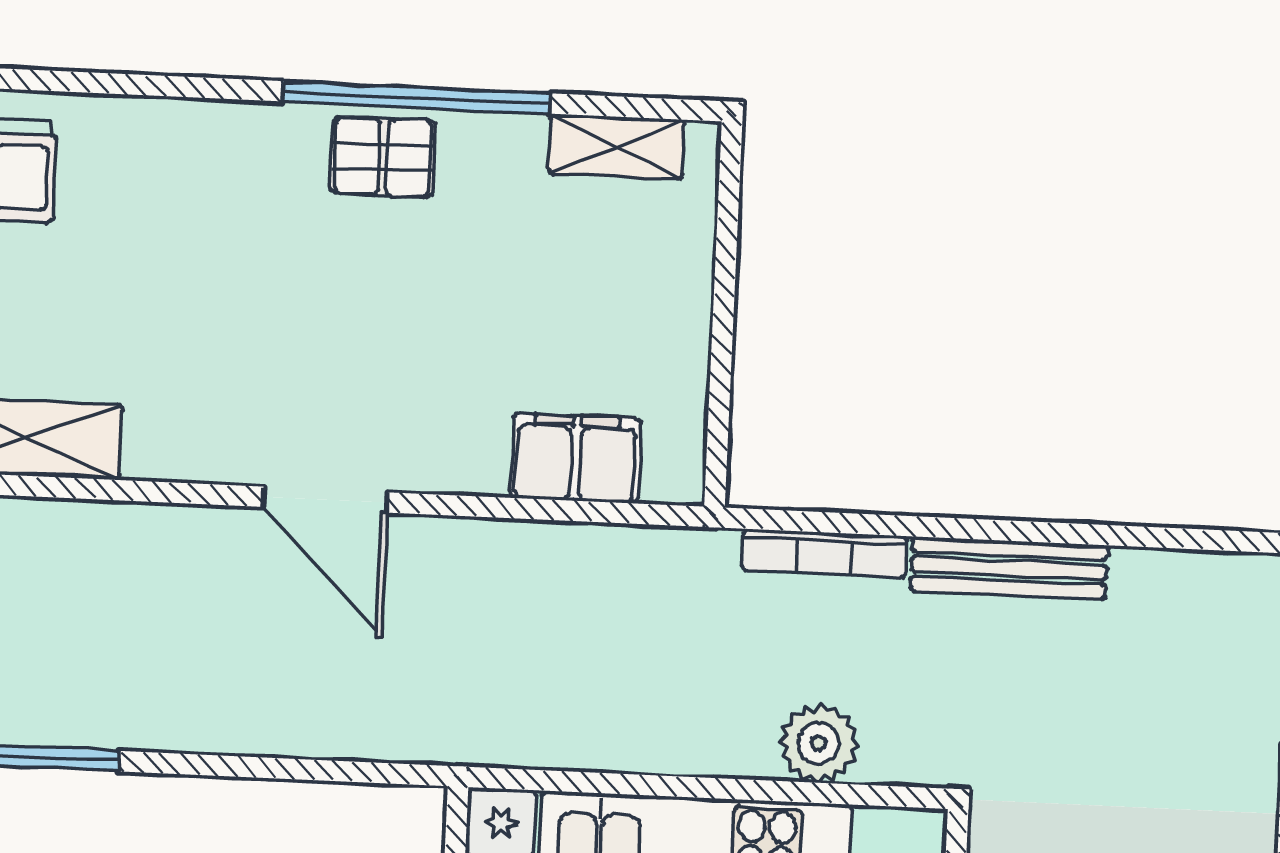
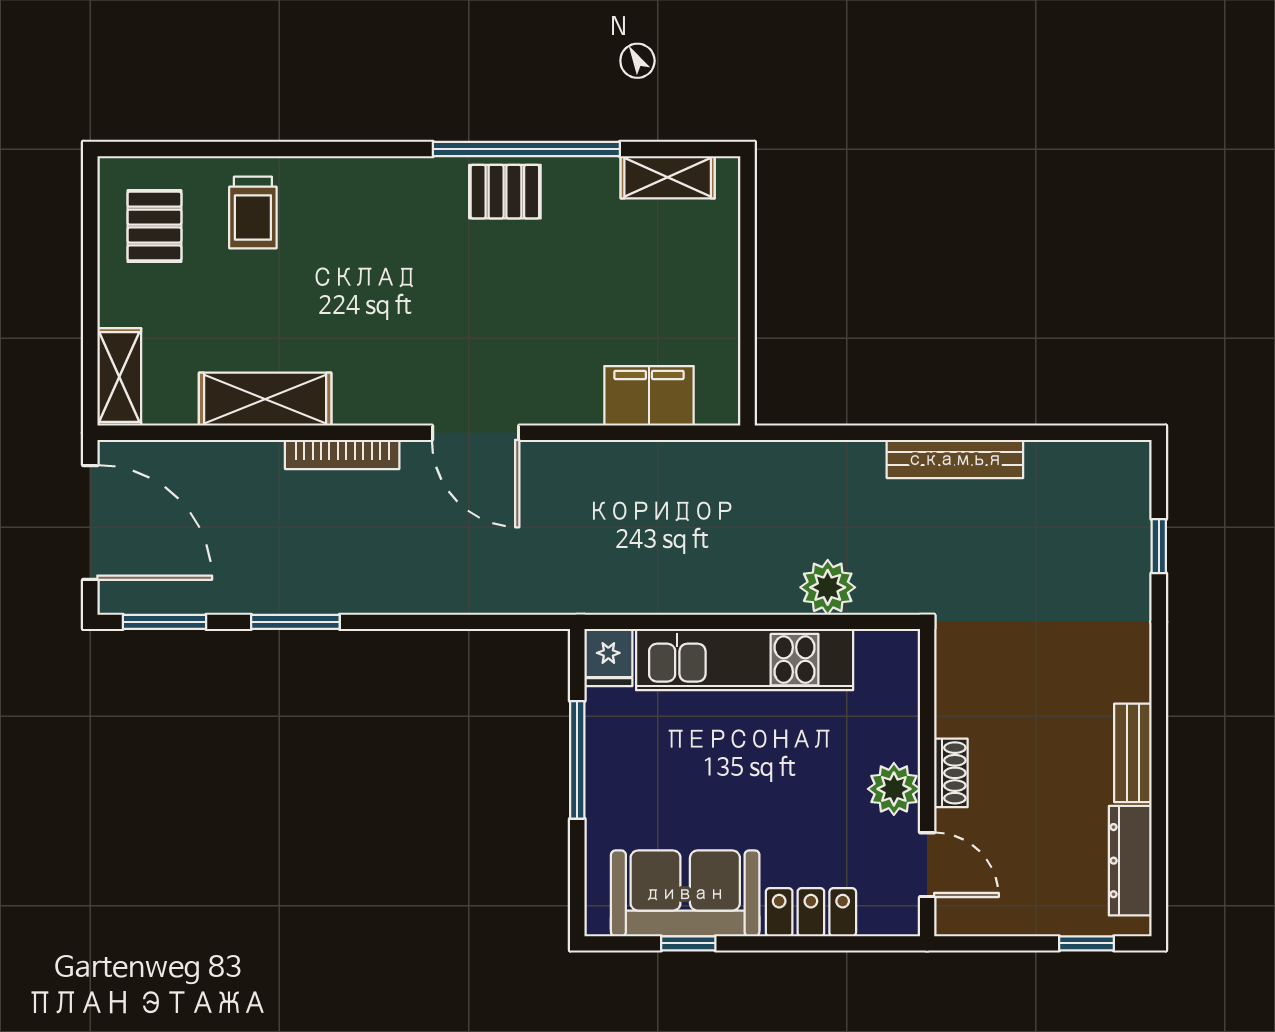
bookcase: (825, 553) -> (342, 454), moved

